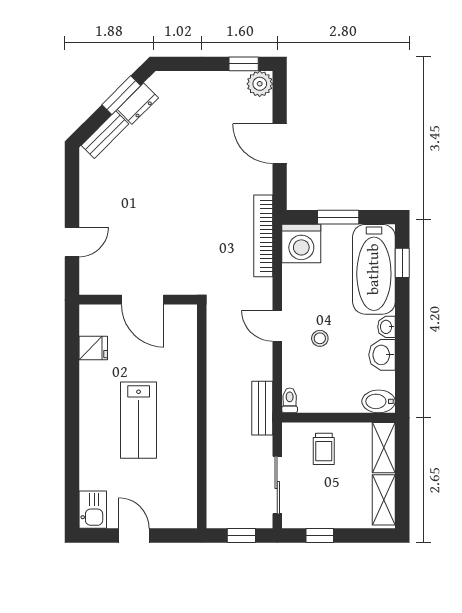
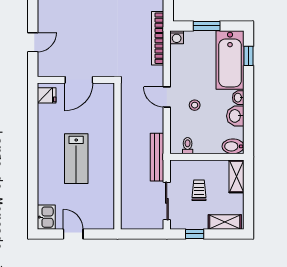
washing machine: (301, 244) -> (177, 37), width x0.53, depth x0.53
door: (143, 300) -> (79, 80), hinge flipped
fridge: (93, 348) -> (47, 95), moved
toilet: (290, 400) -> (188, 146), moved
bench: (262, 408) -> (157, 157), width x1.36
trolley: (324, 449) -> (199, 190), moved, turned 180
shelving: (384, 500) -> (225, 222), moved, turned 90
window: (241, 536) -> (143, 234), removed

